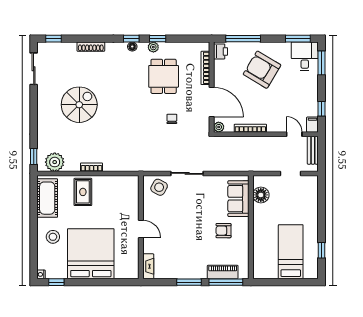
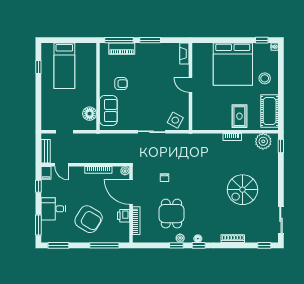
printer: (220, 51) -> (124, 216), moved
desk: (305, 56) -> (53, 209), moved, turned 90

